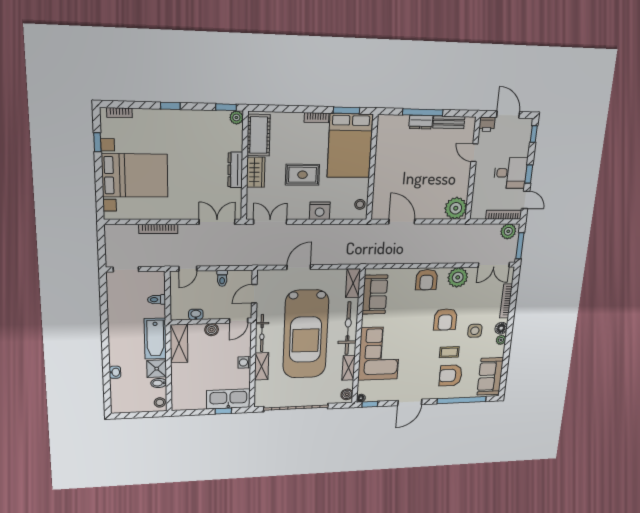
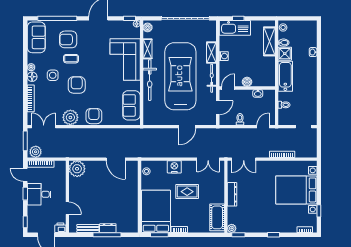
wardrobe: (256, 172) -> (218, 193), removed
shelving: (353, 283) -> (148, 114), removed
shelving: (179, 344) -> (269, 41), moved
armchair: (451, 375) -> (68, 39), turned 180

